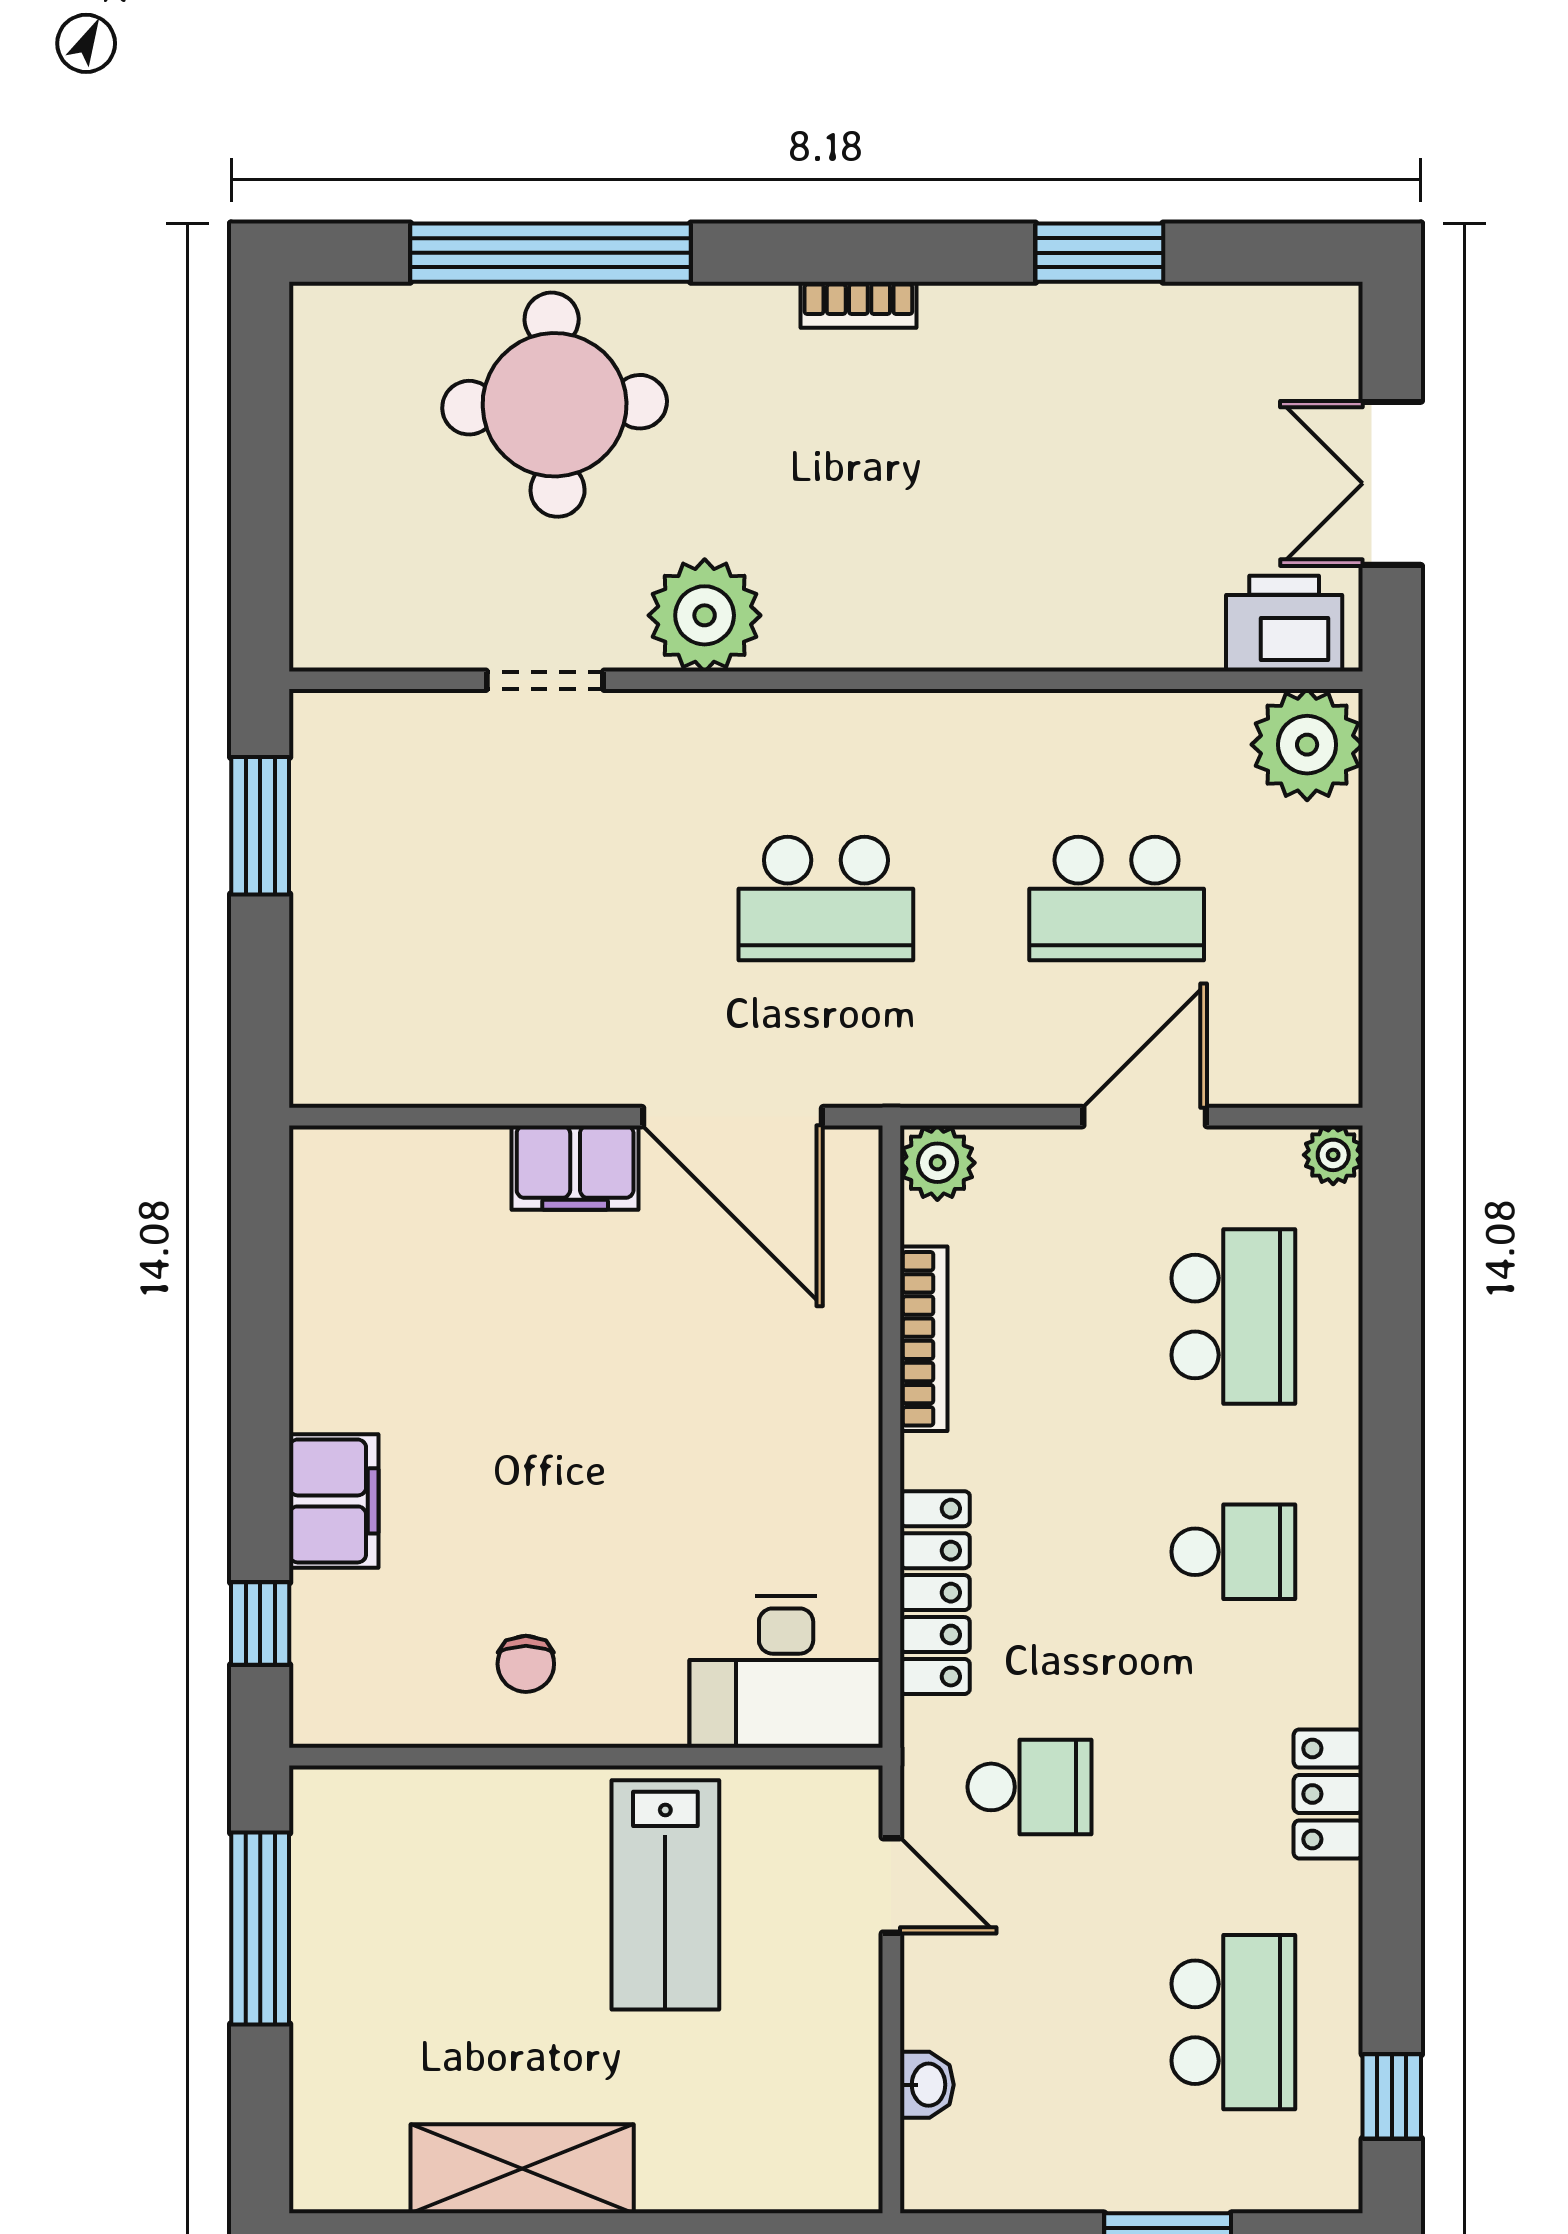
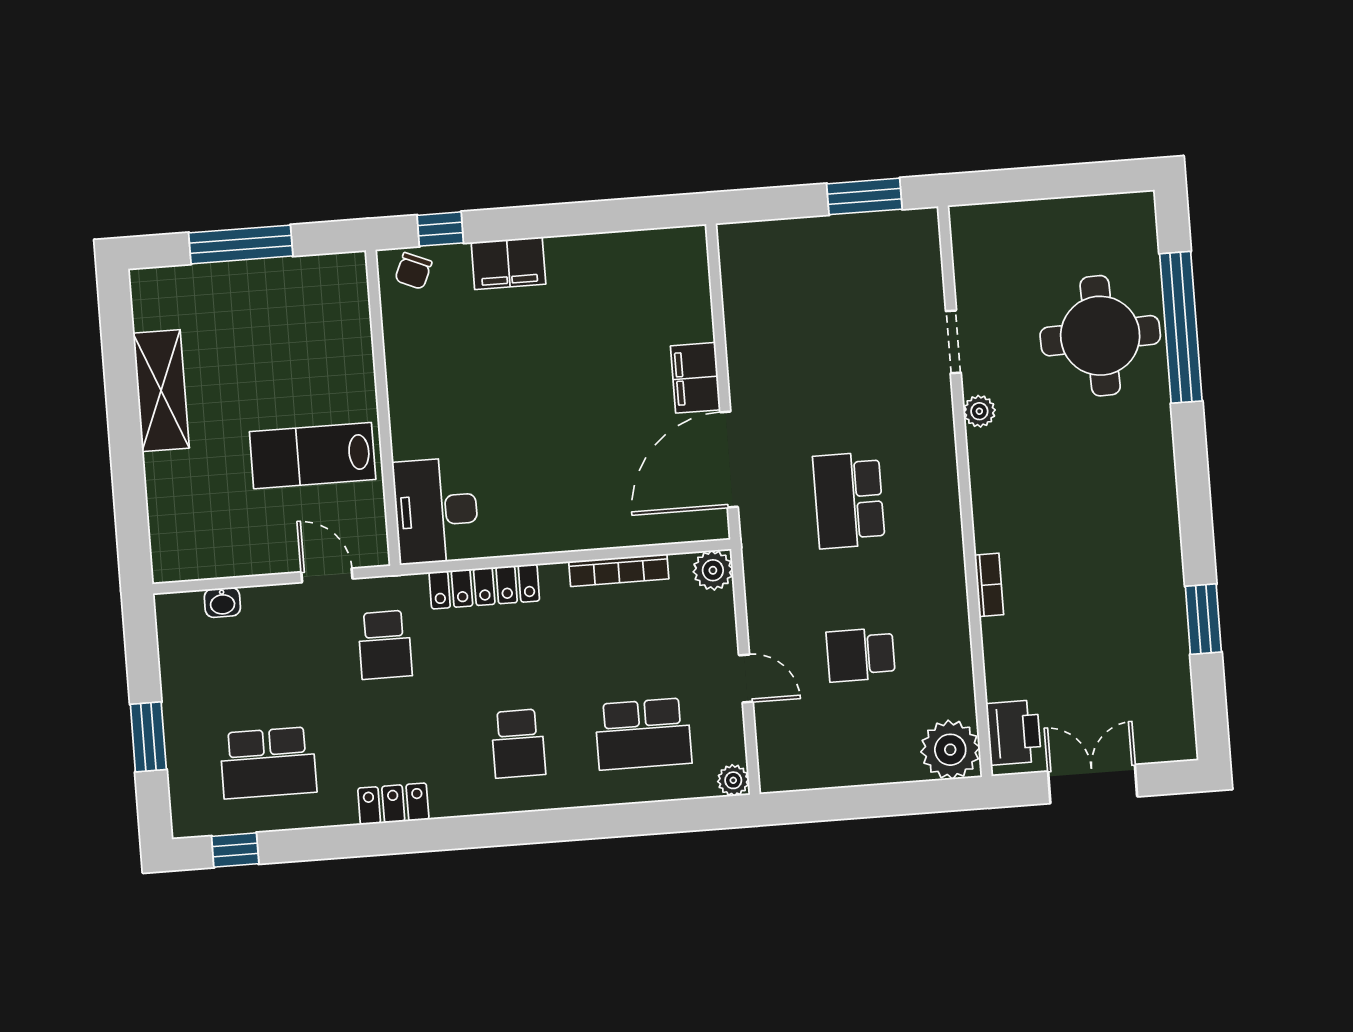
bookcase: (858, 305) -> (989, 585), moved, turned 180
plant: (705, 615) -> (979, 411), width x0.53, depth x0.53
school desk: (1117, 898) -> (861, 655), width x0.54
door: (1145, 1117) -> (746, 679), width x0.73
chair: (526, 1664) -> (413, 271), moved, turned -67
door: (891, 1885) -> (327, 575), swing flipped
window: (260, 1928) -> (241, 244), moved

